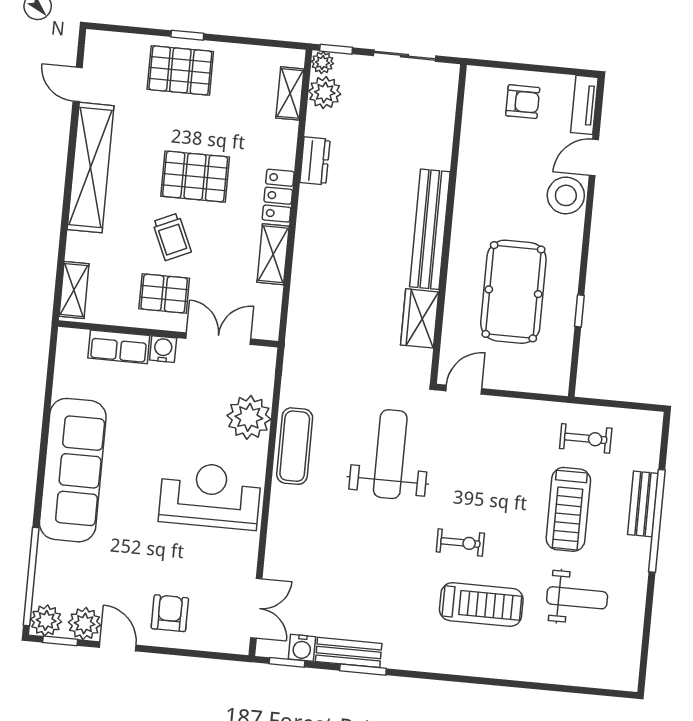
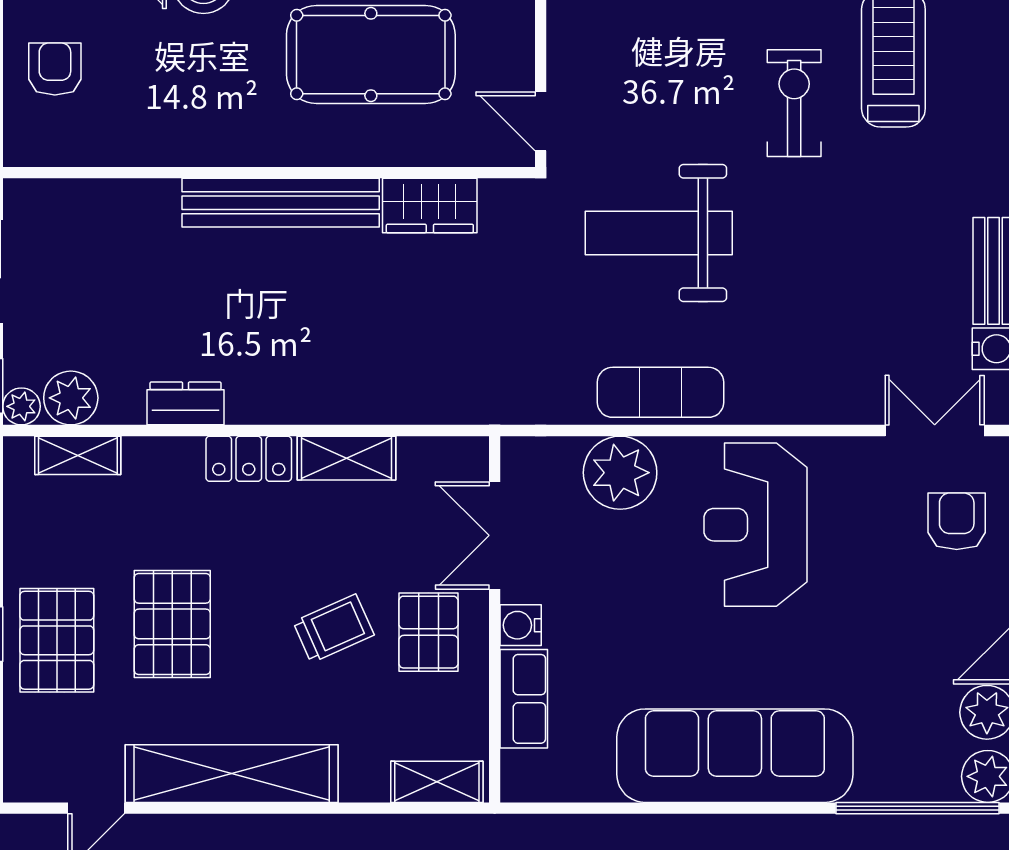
pallet: (195, 177) -> (172, 624), moved
exercise bike: (460, 543) -> (794, 103), width x1.38, depth x1.39
armchair: (170, 613) -> (957, 521), moved, turned 90

